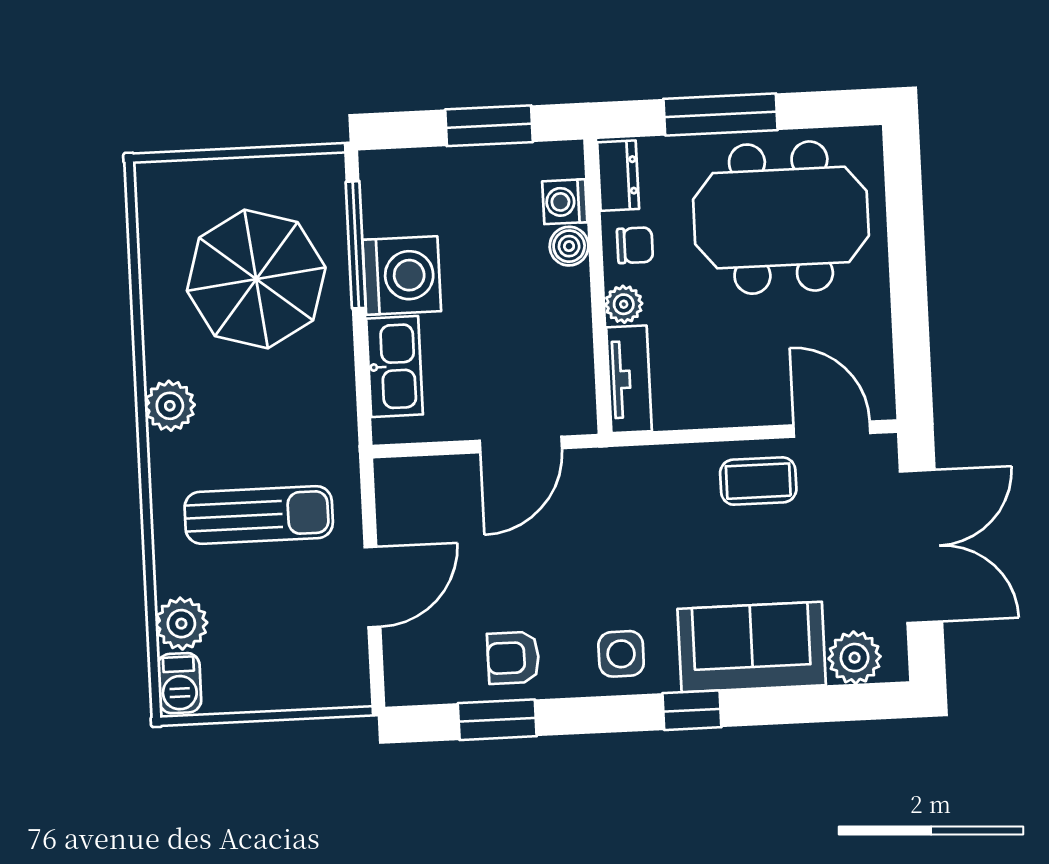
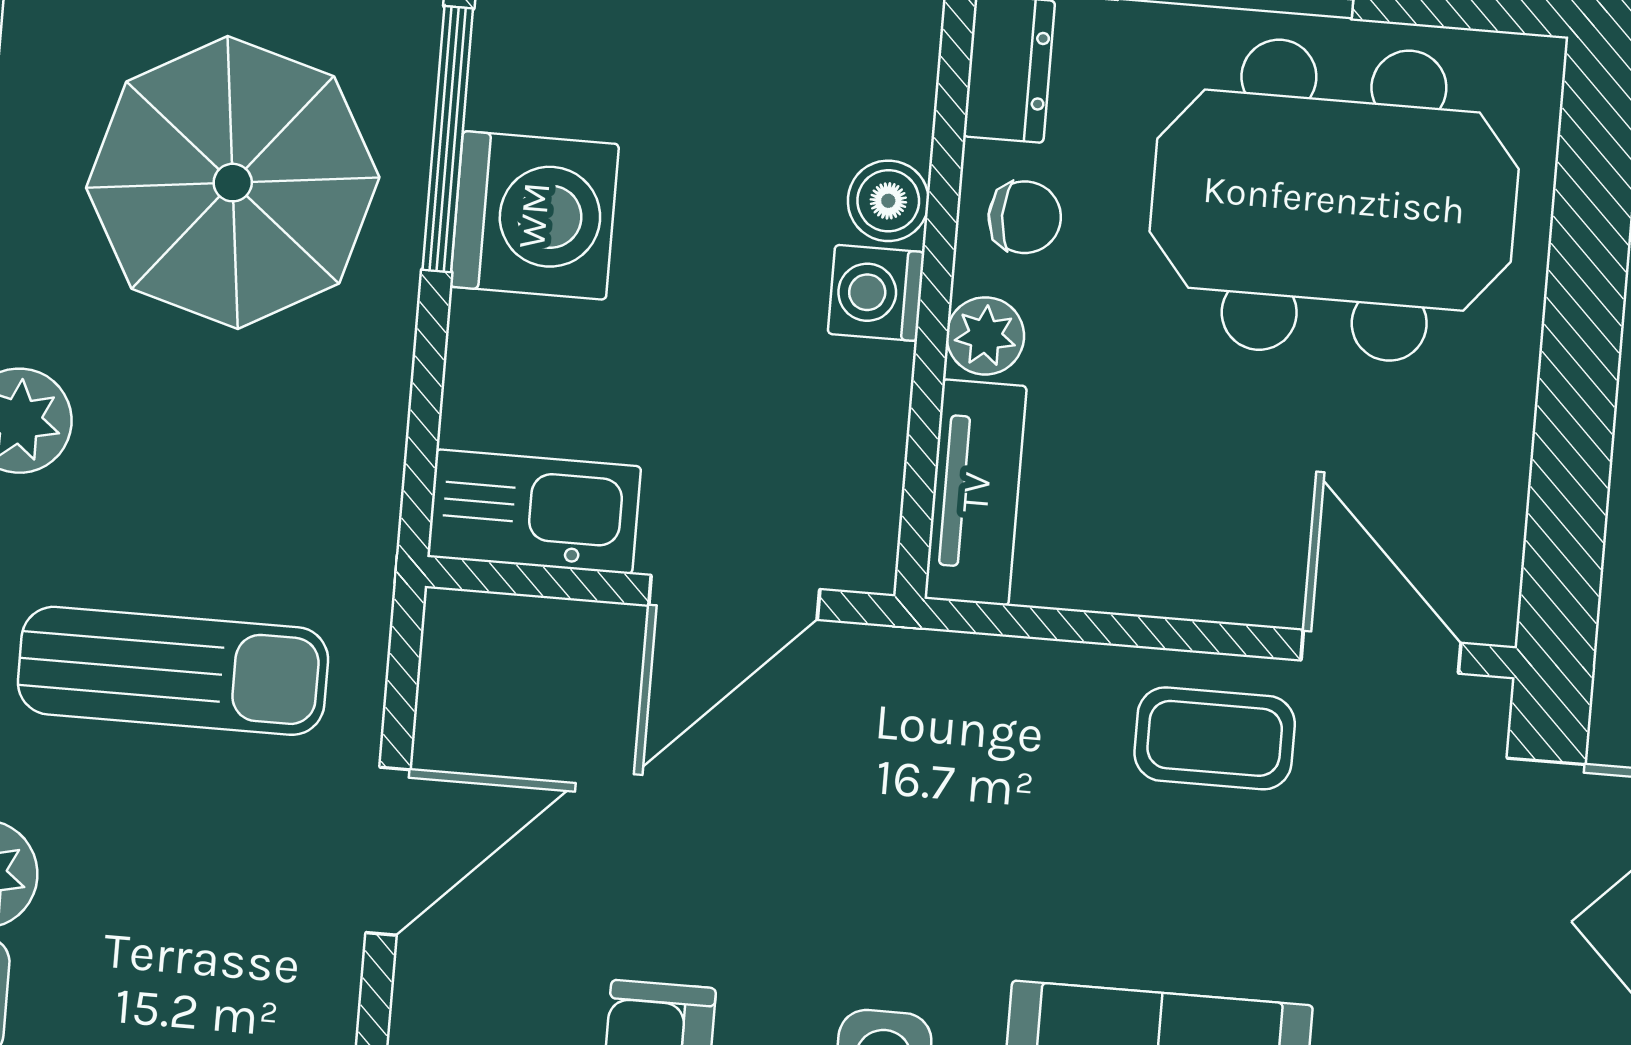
washing machine: (565, 202) -> (876, 293), moved
kitchen sink: (395, 366) -> (534, 512), moved, turned -90

